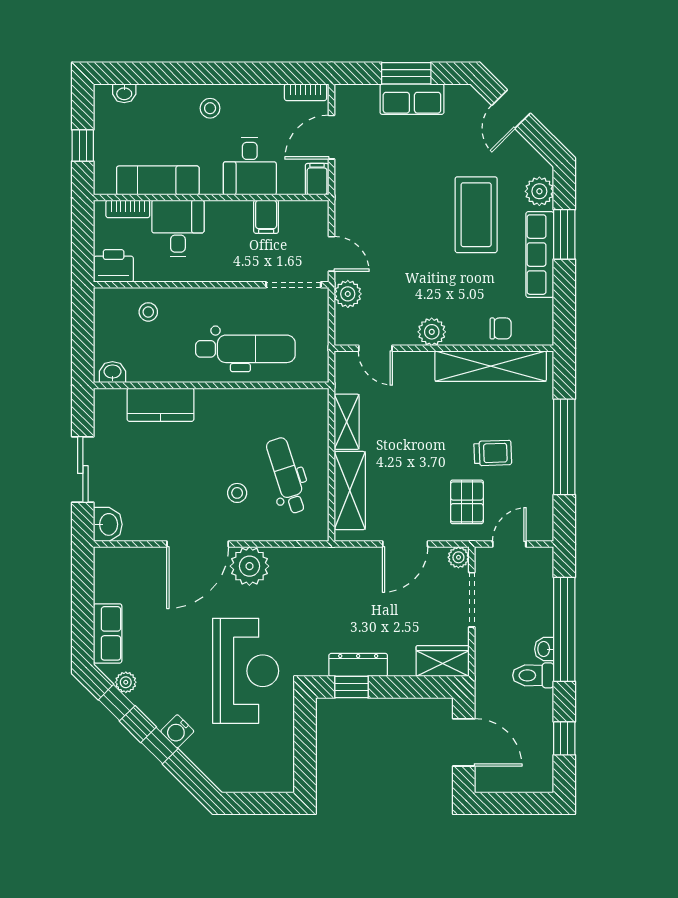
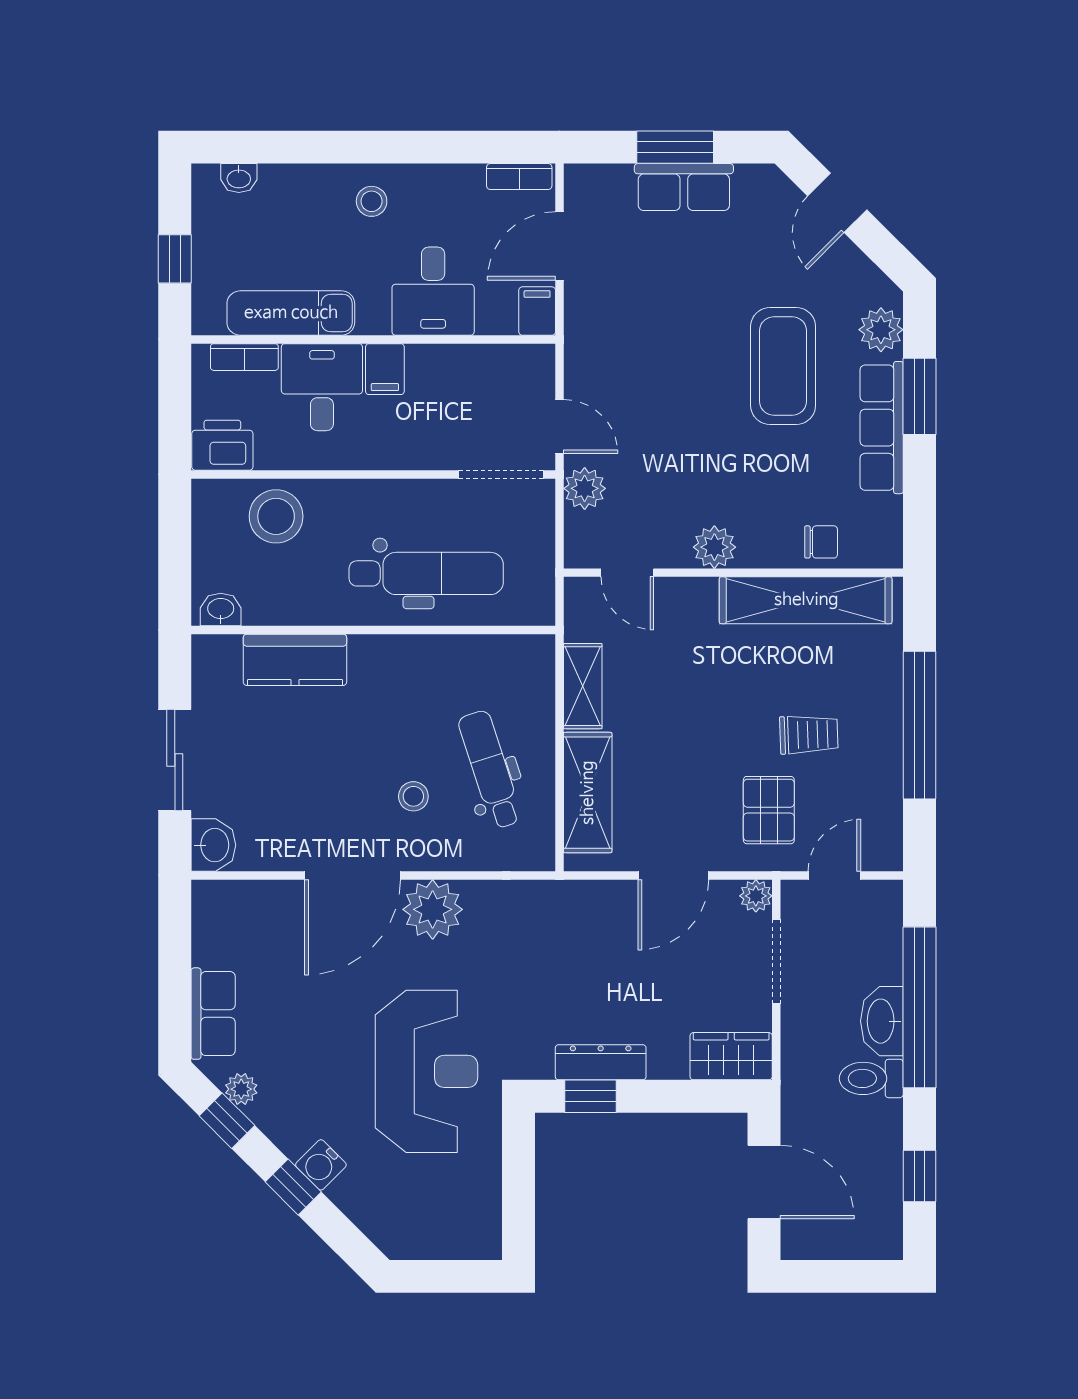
filing cabinet: (266, 217) -> (385, 369), moved
stool: (148, 312) -> (276, 516), width x1.89, depth x1.89
washbasin: (544, 649) -> (882, 1021), width x1.91, depth x1.45

